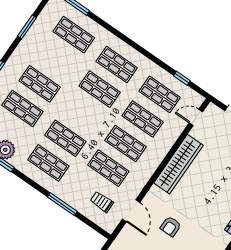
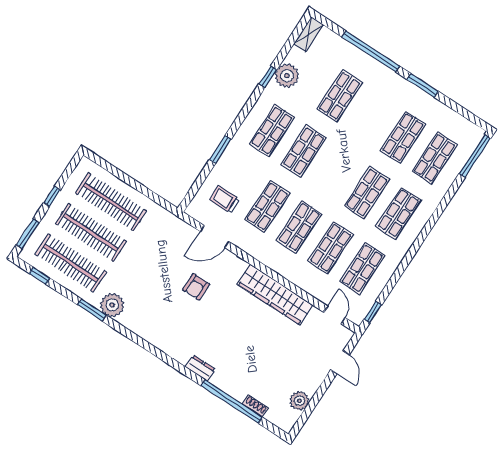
window: (27, 27) -> (423, 85), moved
window: (182, 78) -> (373, 312), moved
shop shelf: (40, 84) -> (403, 137), moved
trolley: (102, 202) -> (225, 199), turned -90
window: (62, 204) -> (220, 149), width x0.69
armchair: (171, 226) -> (196, 287), turned -90

